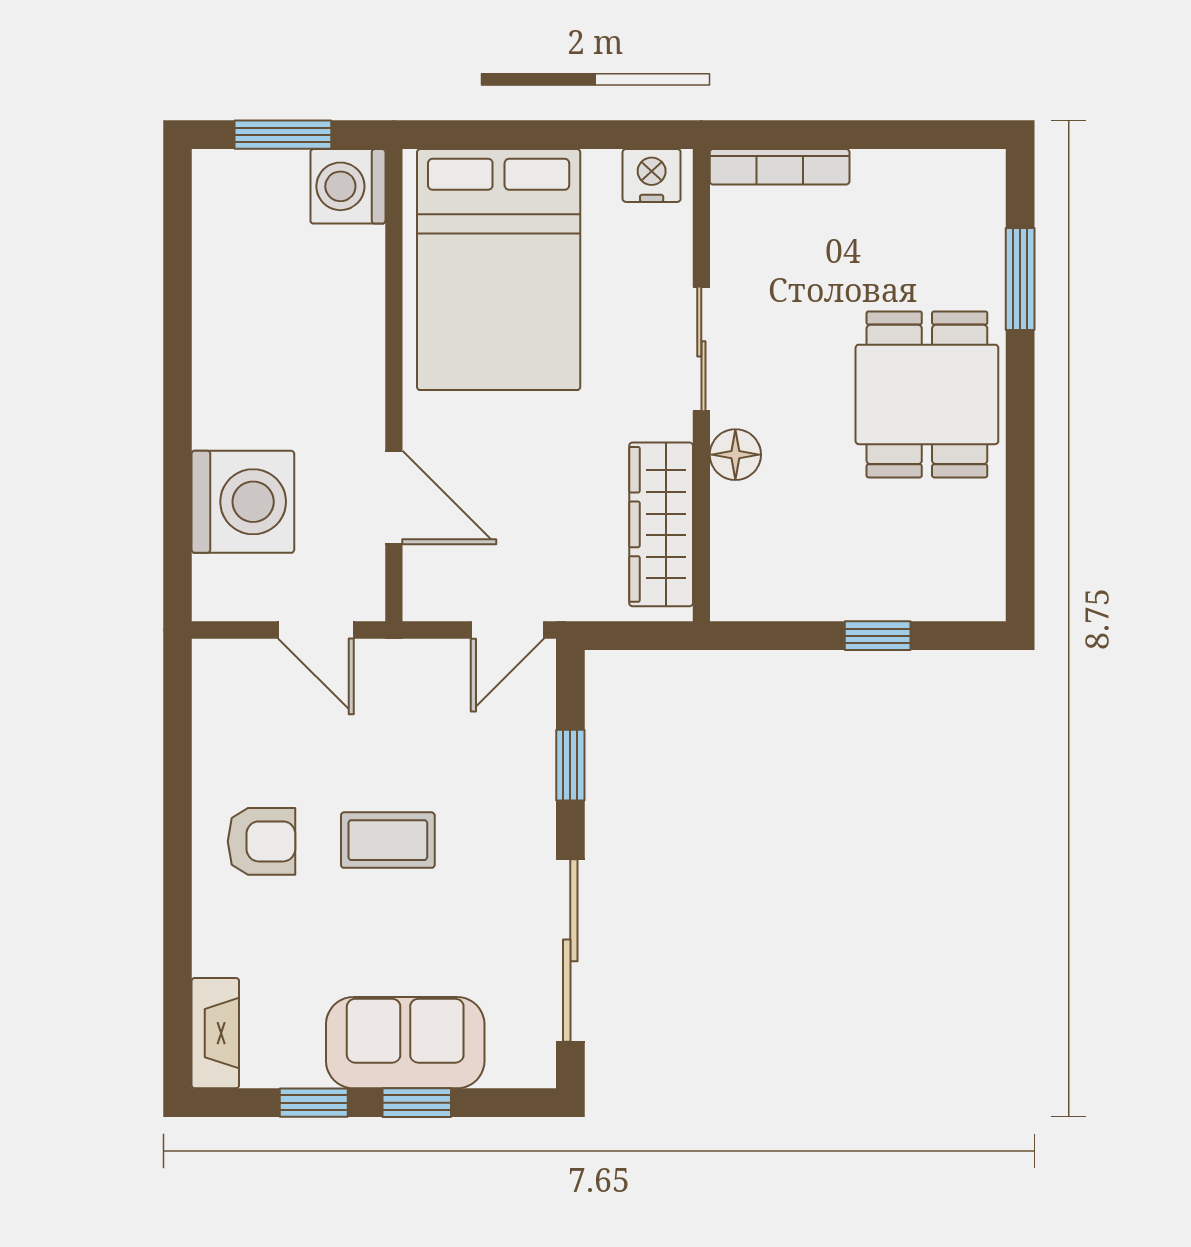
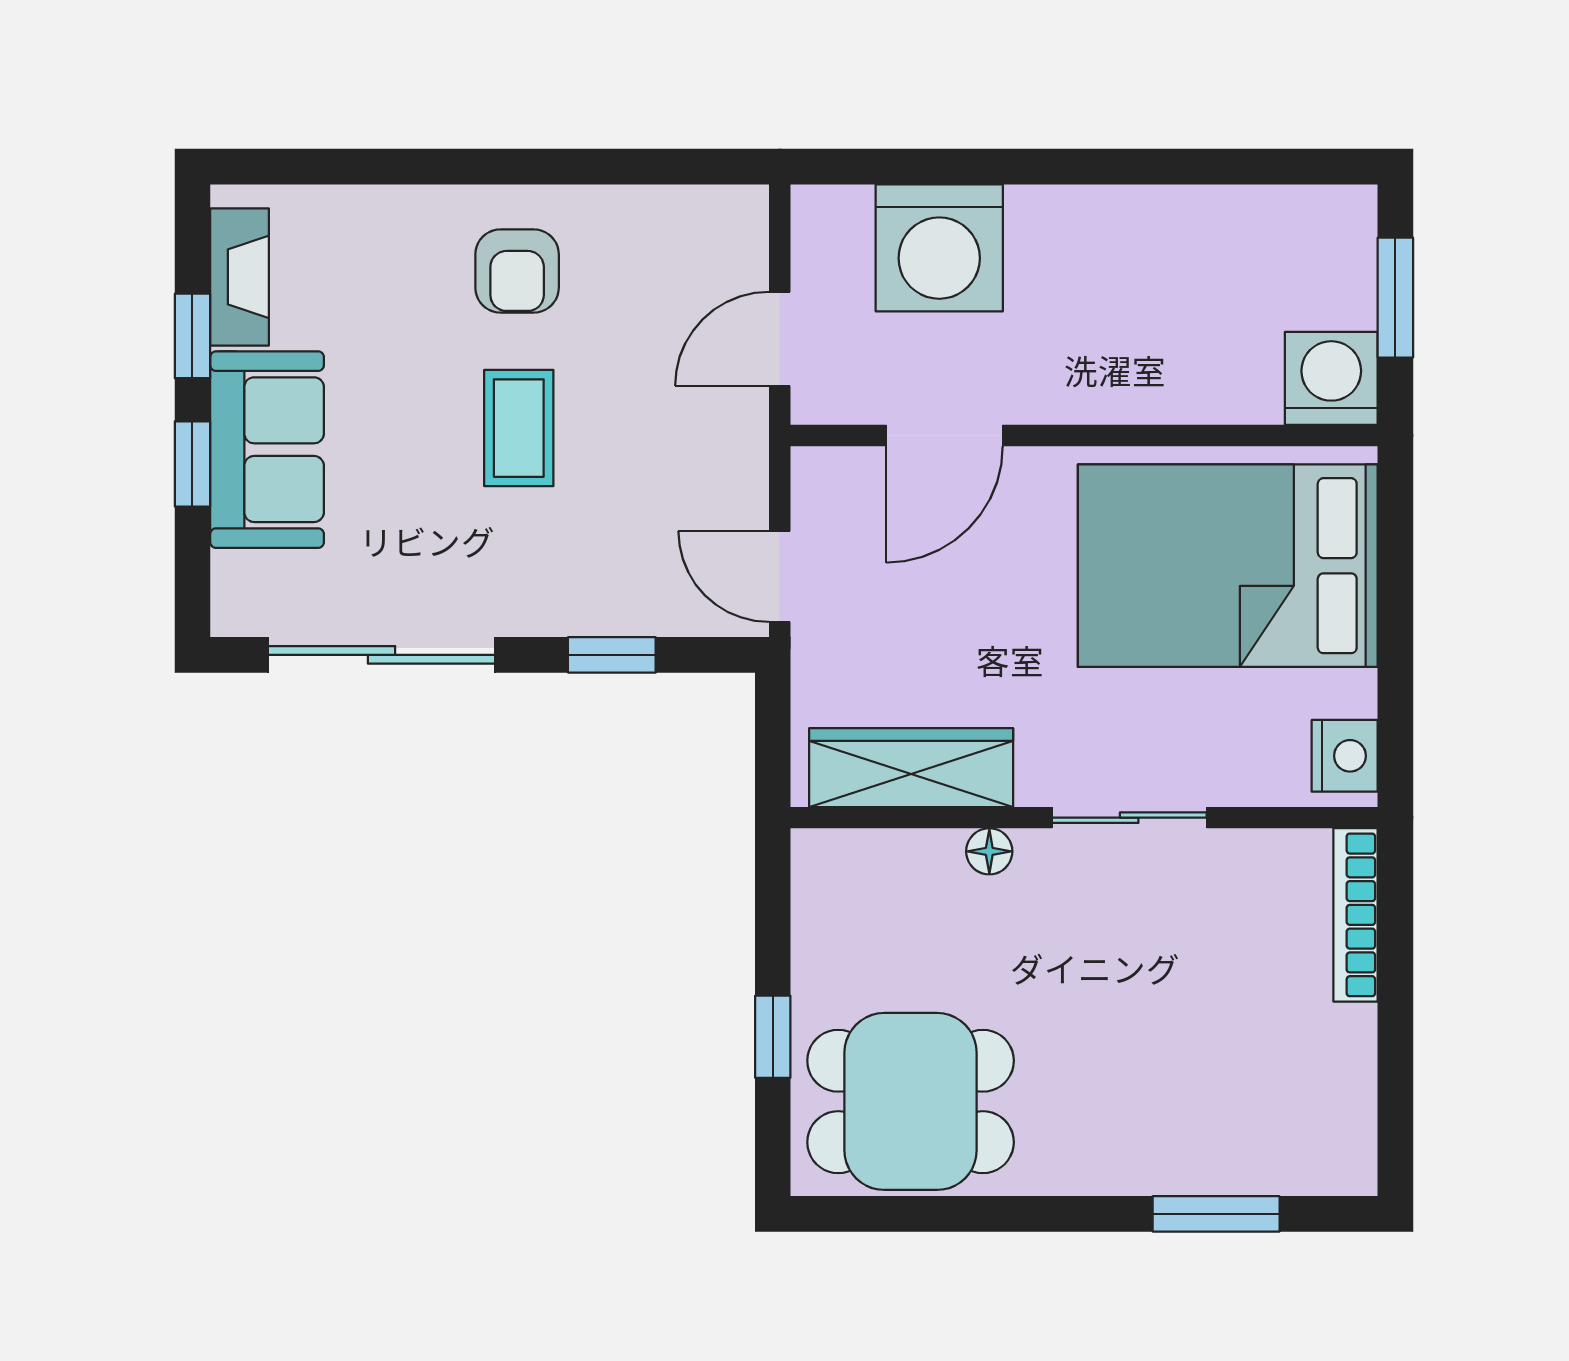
dining table: (927, 394) -> (911, 1101), moved
floor lamp: (735, 455) -> (989, 851), width x0.73, depth x0.73
fireplace: (215, 1033) -> (240, 277), moved, turned -90

